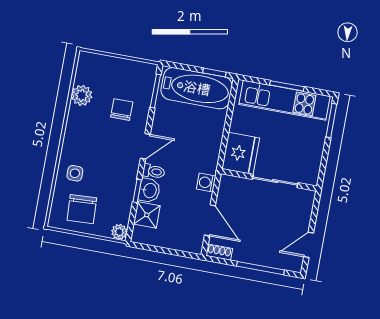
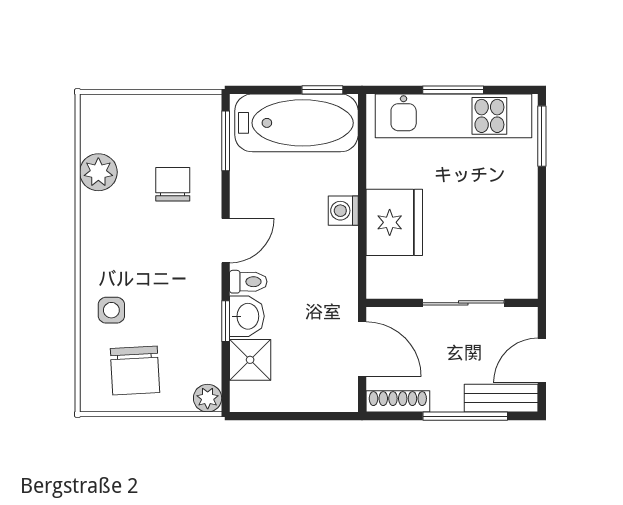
wall: (269, 180) -> (452, 303), moved
sliding door: (275, 181) -> (463, 303), moved
washing machine: (206, 183) -> (343, 211), moved
shoe rack: (219, 252) -> (398, 401), width x1.43
bench: (282, 262) -> (501, 398), added

